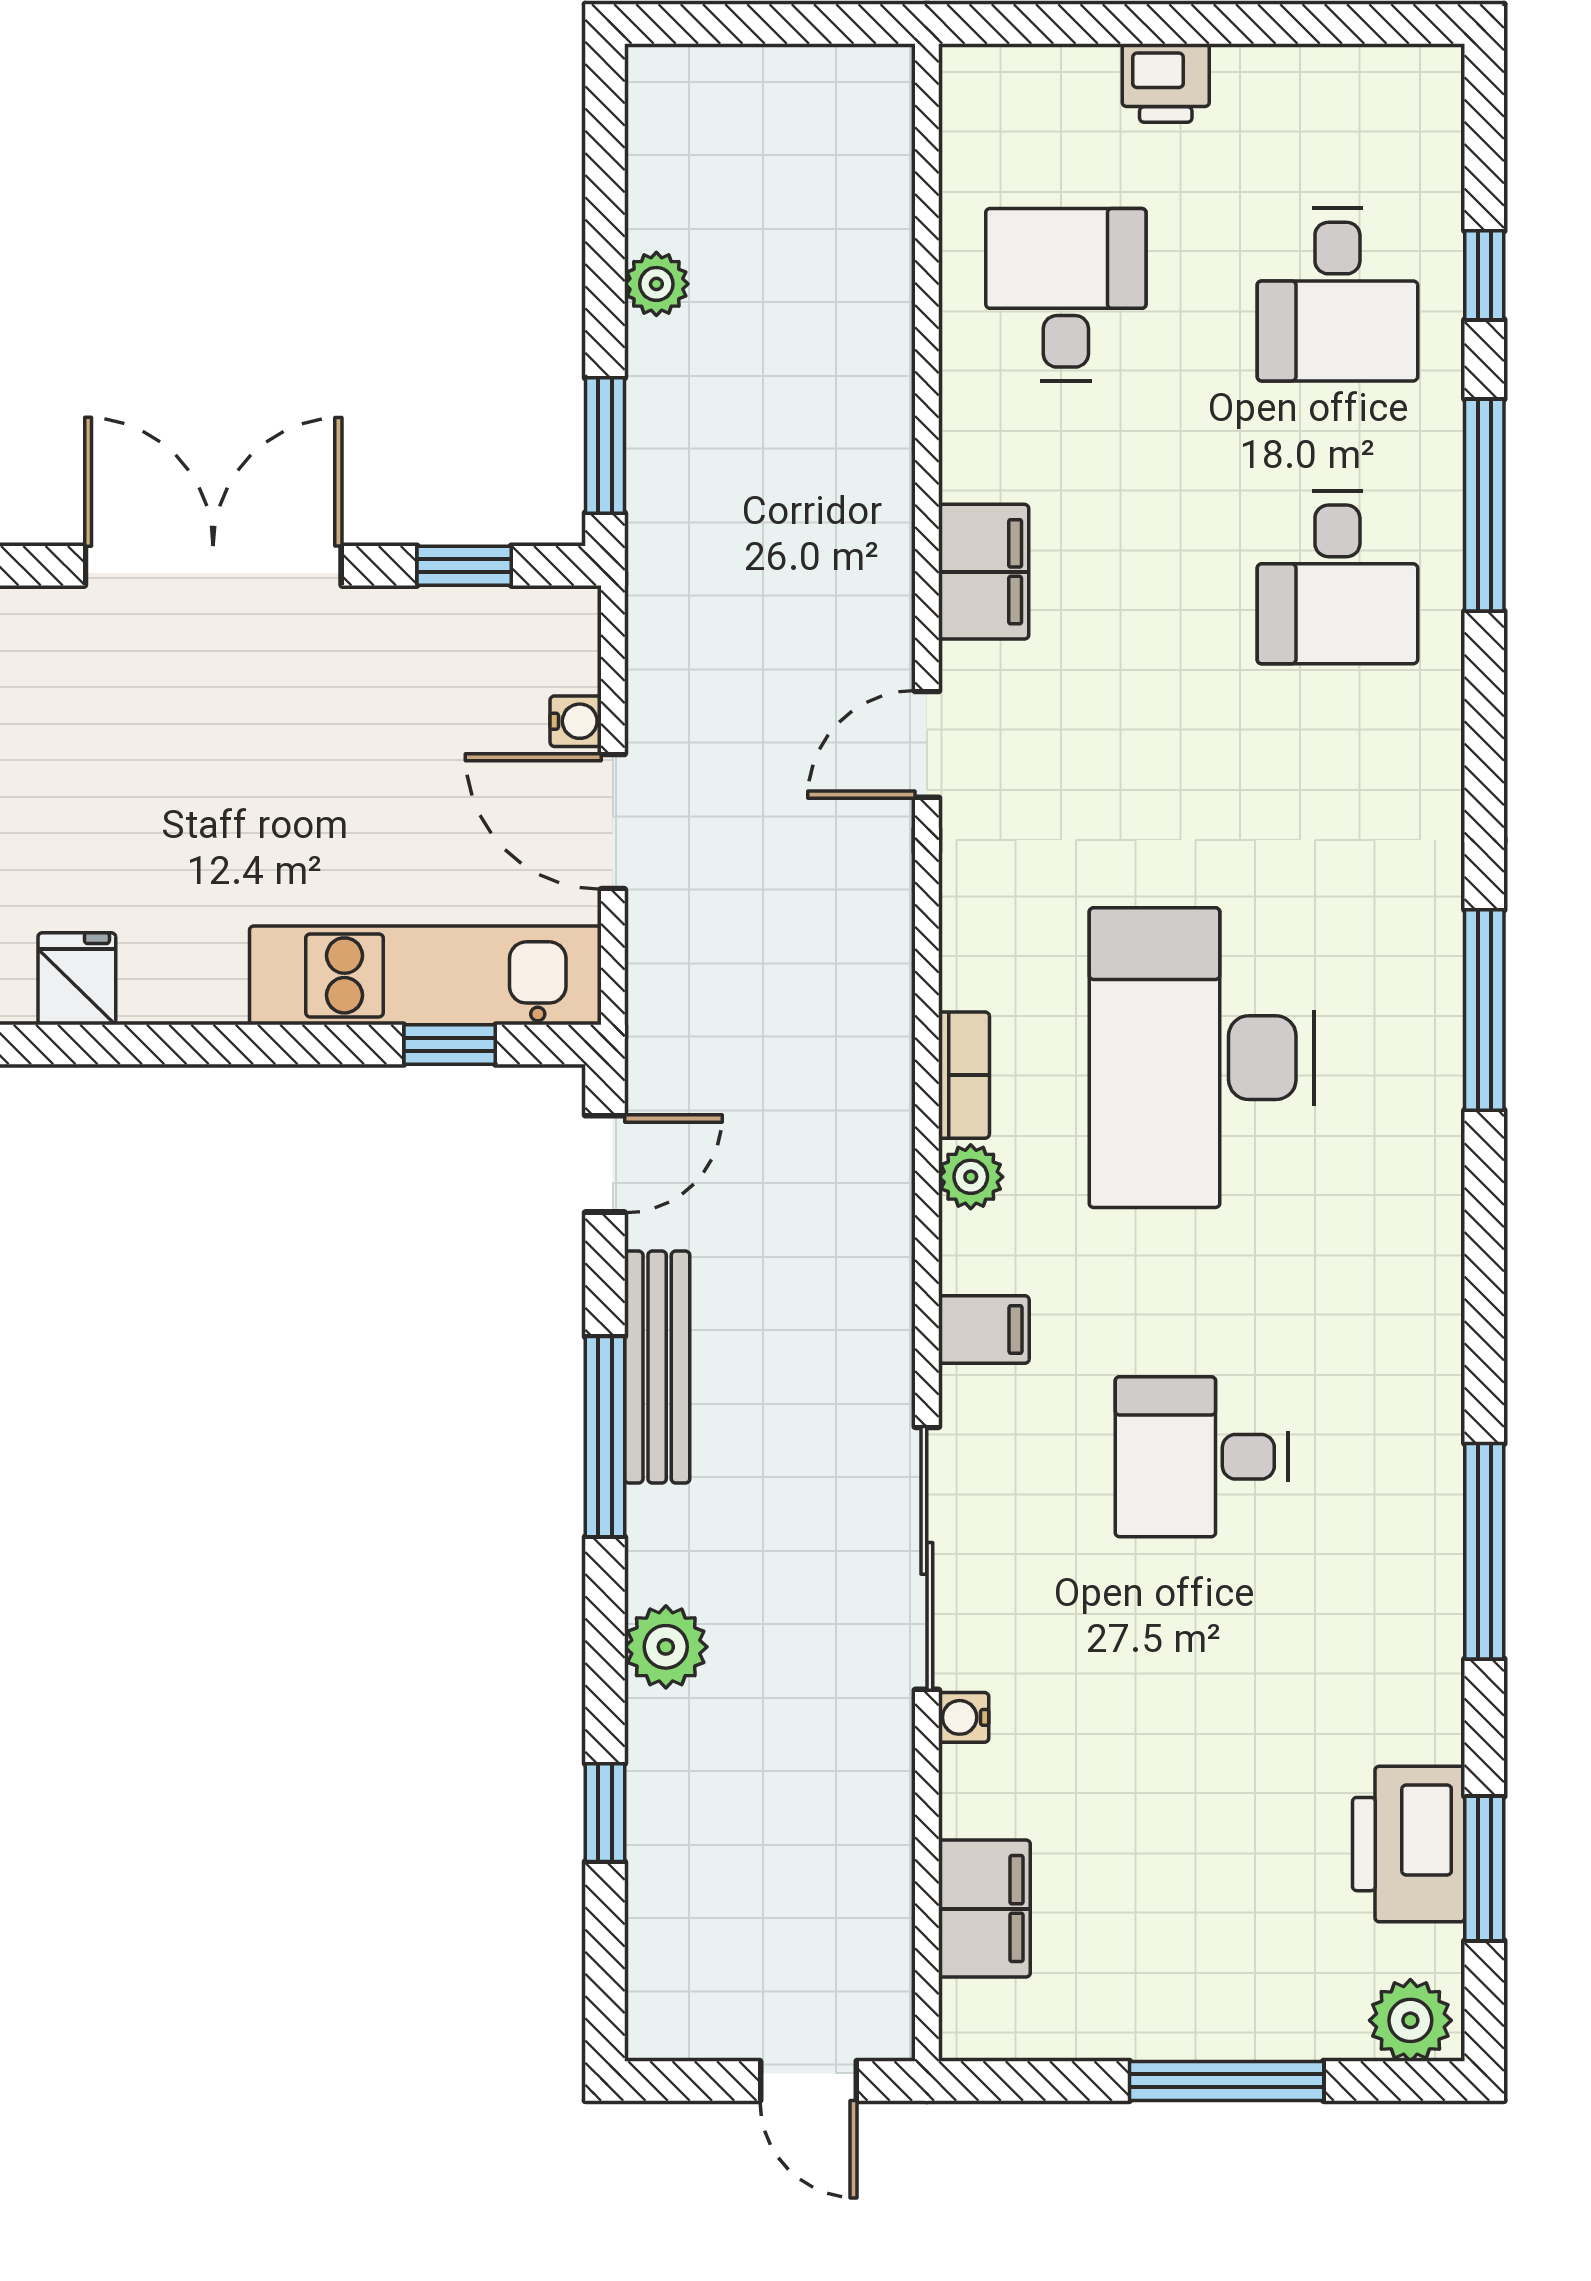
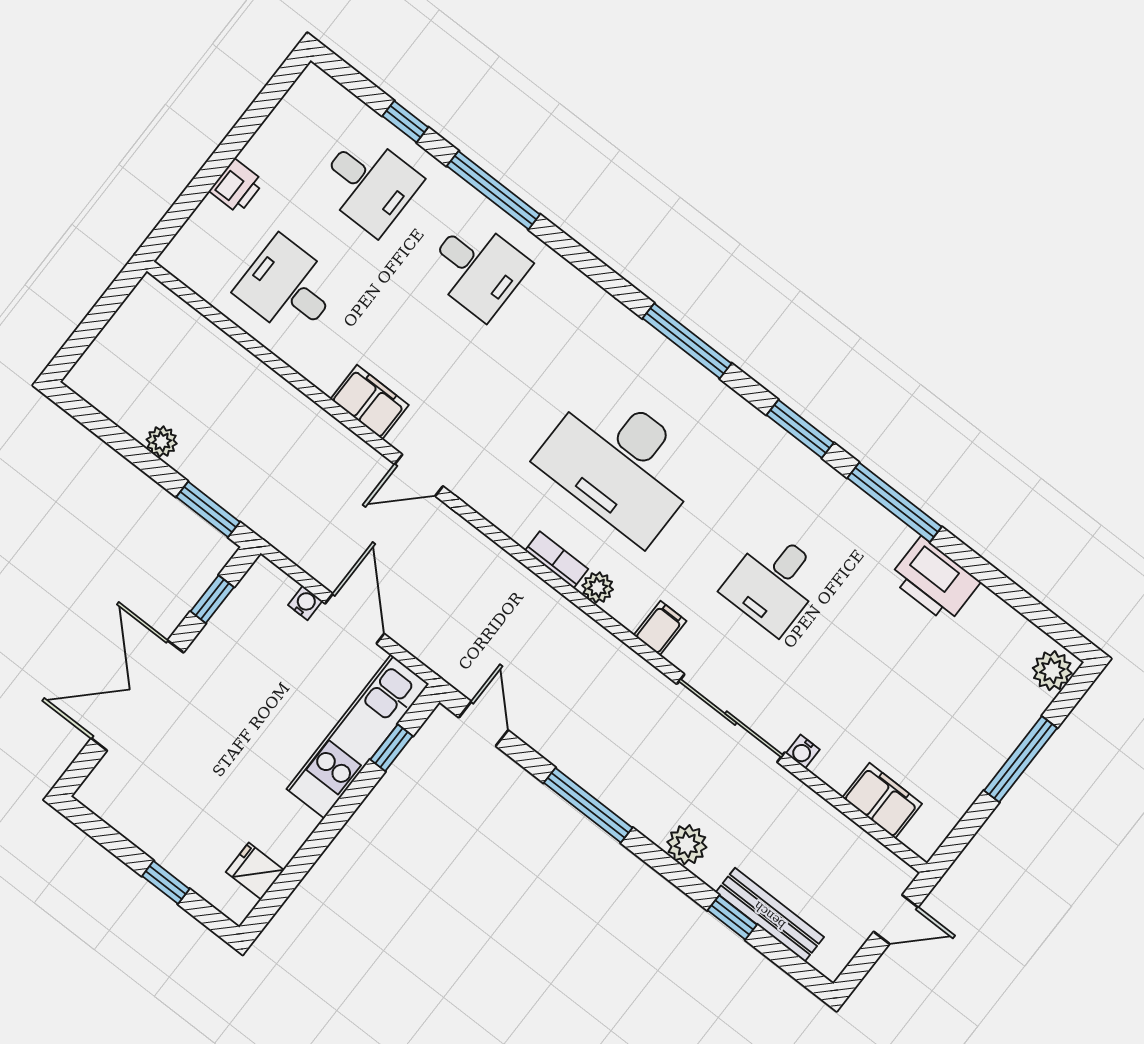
door: (927, 744) -> (419, 475), hinge flipped
door: (613, 822) -> (355, 619), swing flipped
bench: (657, 1367) -> (770, 915), moved
printer: (1409, 1844) -> (935, 580), moved
window: (1484, 1869) -> (800, 429), moved

